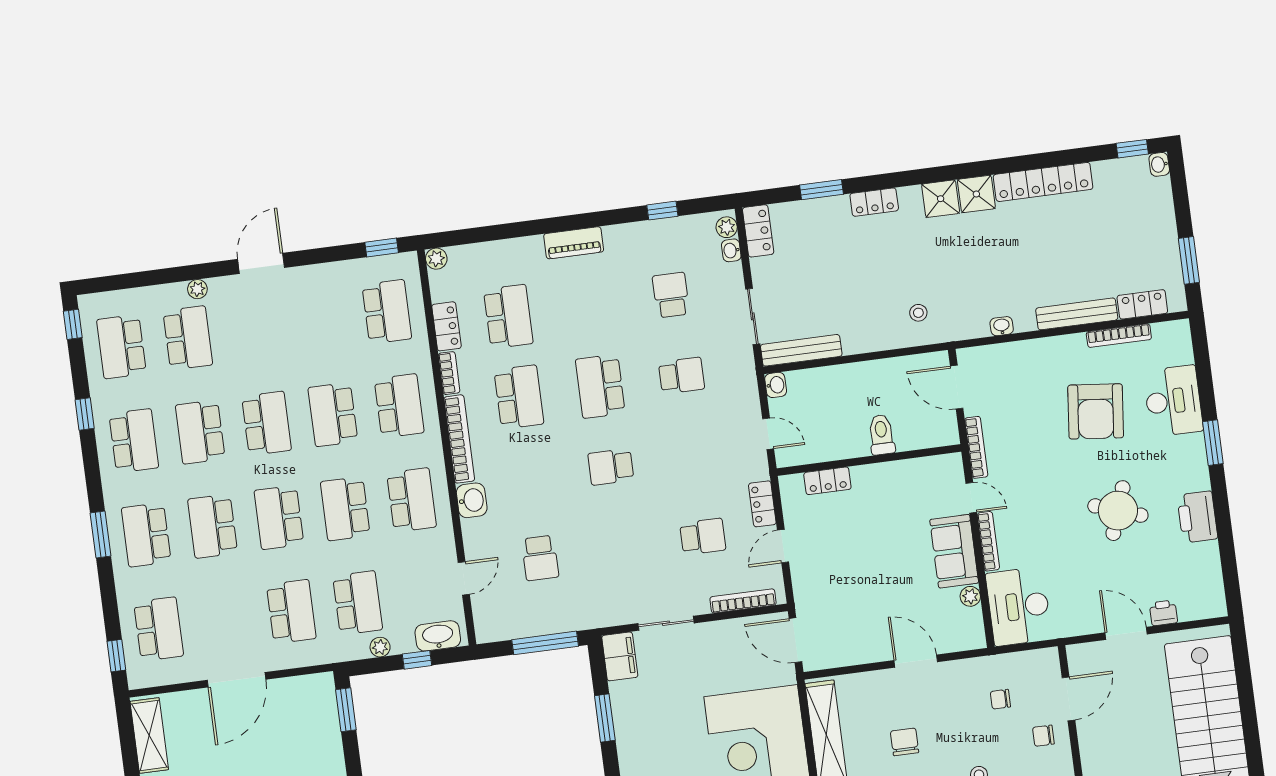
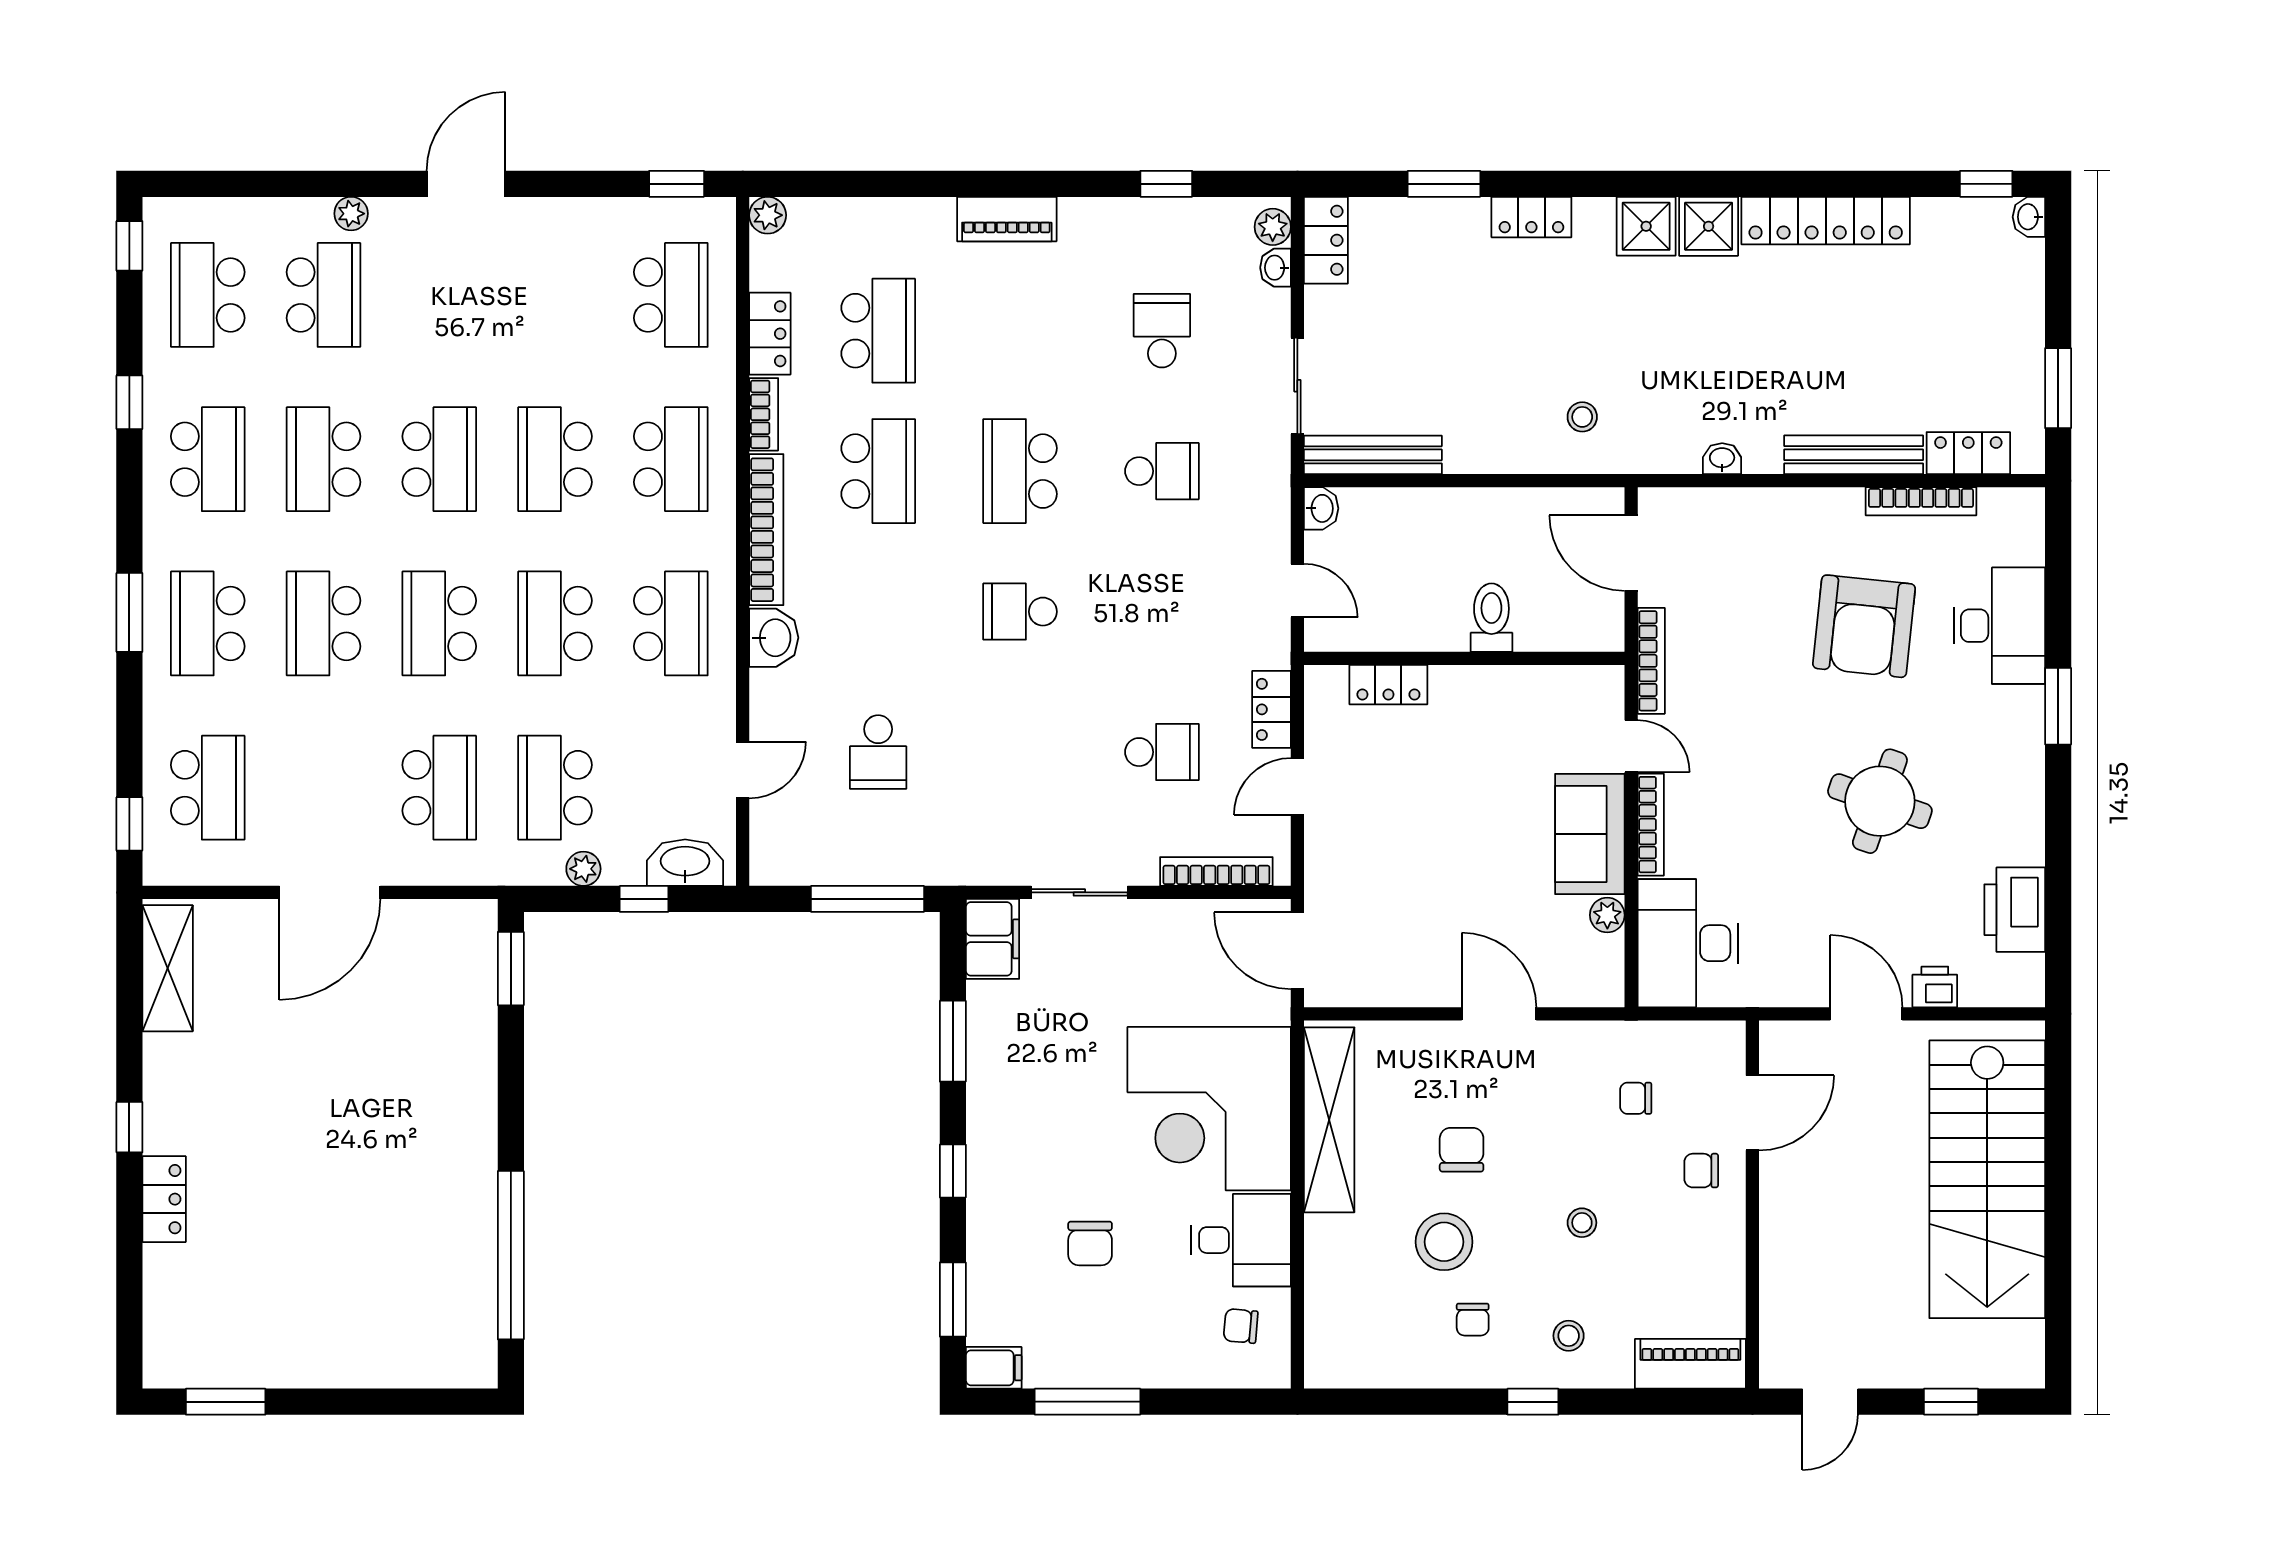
printer: (1197, 517) -> (2015, 910), moved
school desk: (358, 603) -> (555, 788), turned 180

